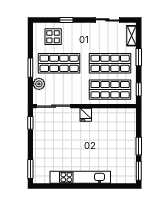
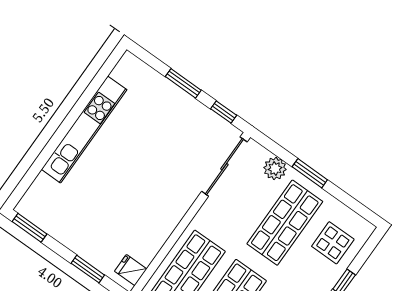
fridge: (86, 115) -> (131, 270), moved
window: (139, 146) -> (88, 269), moved
window: (30, 169) -> (183, 83), moved

